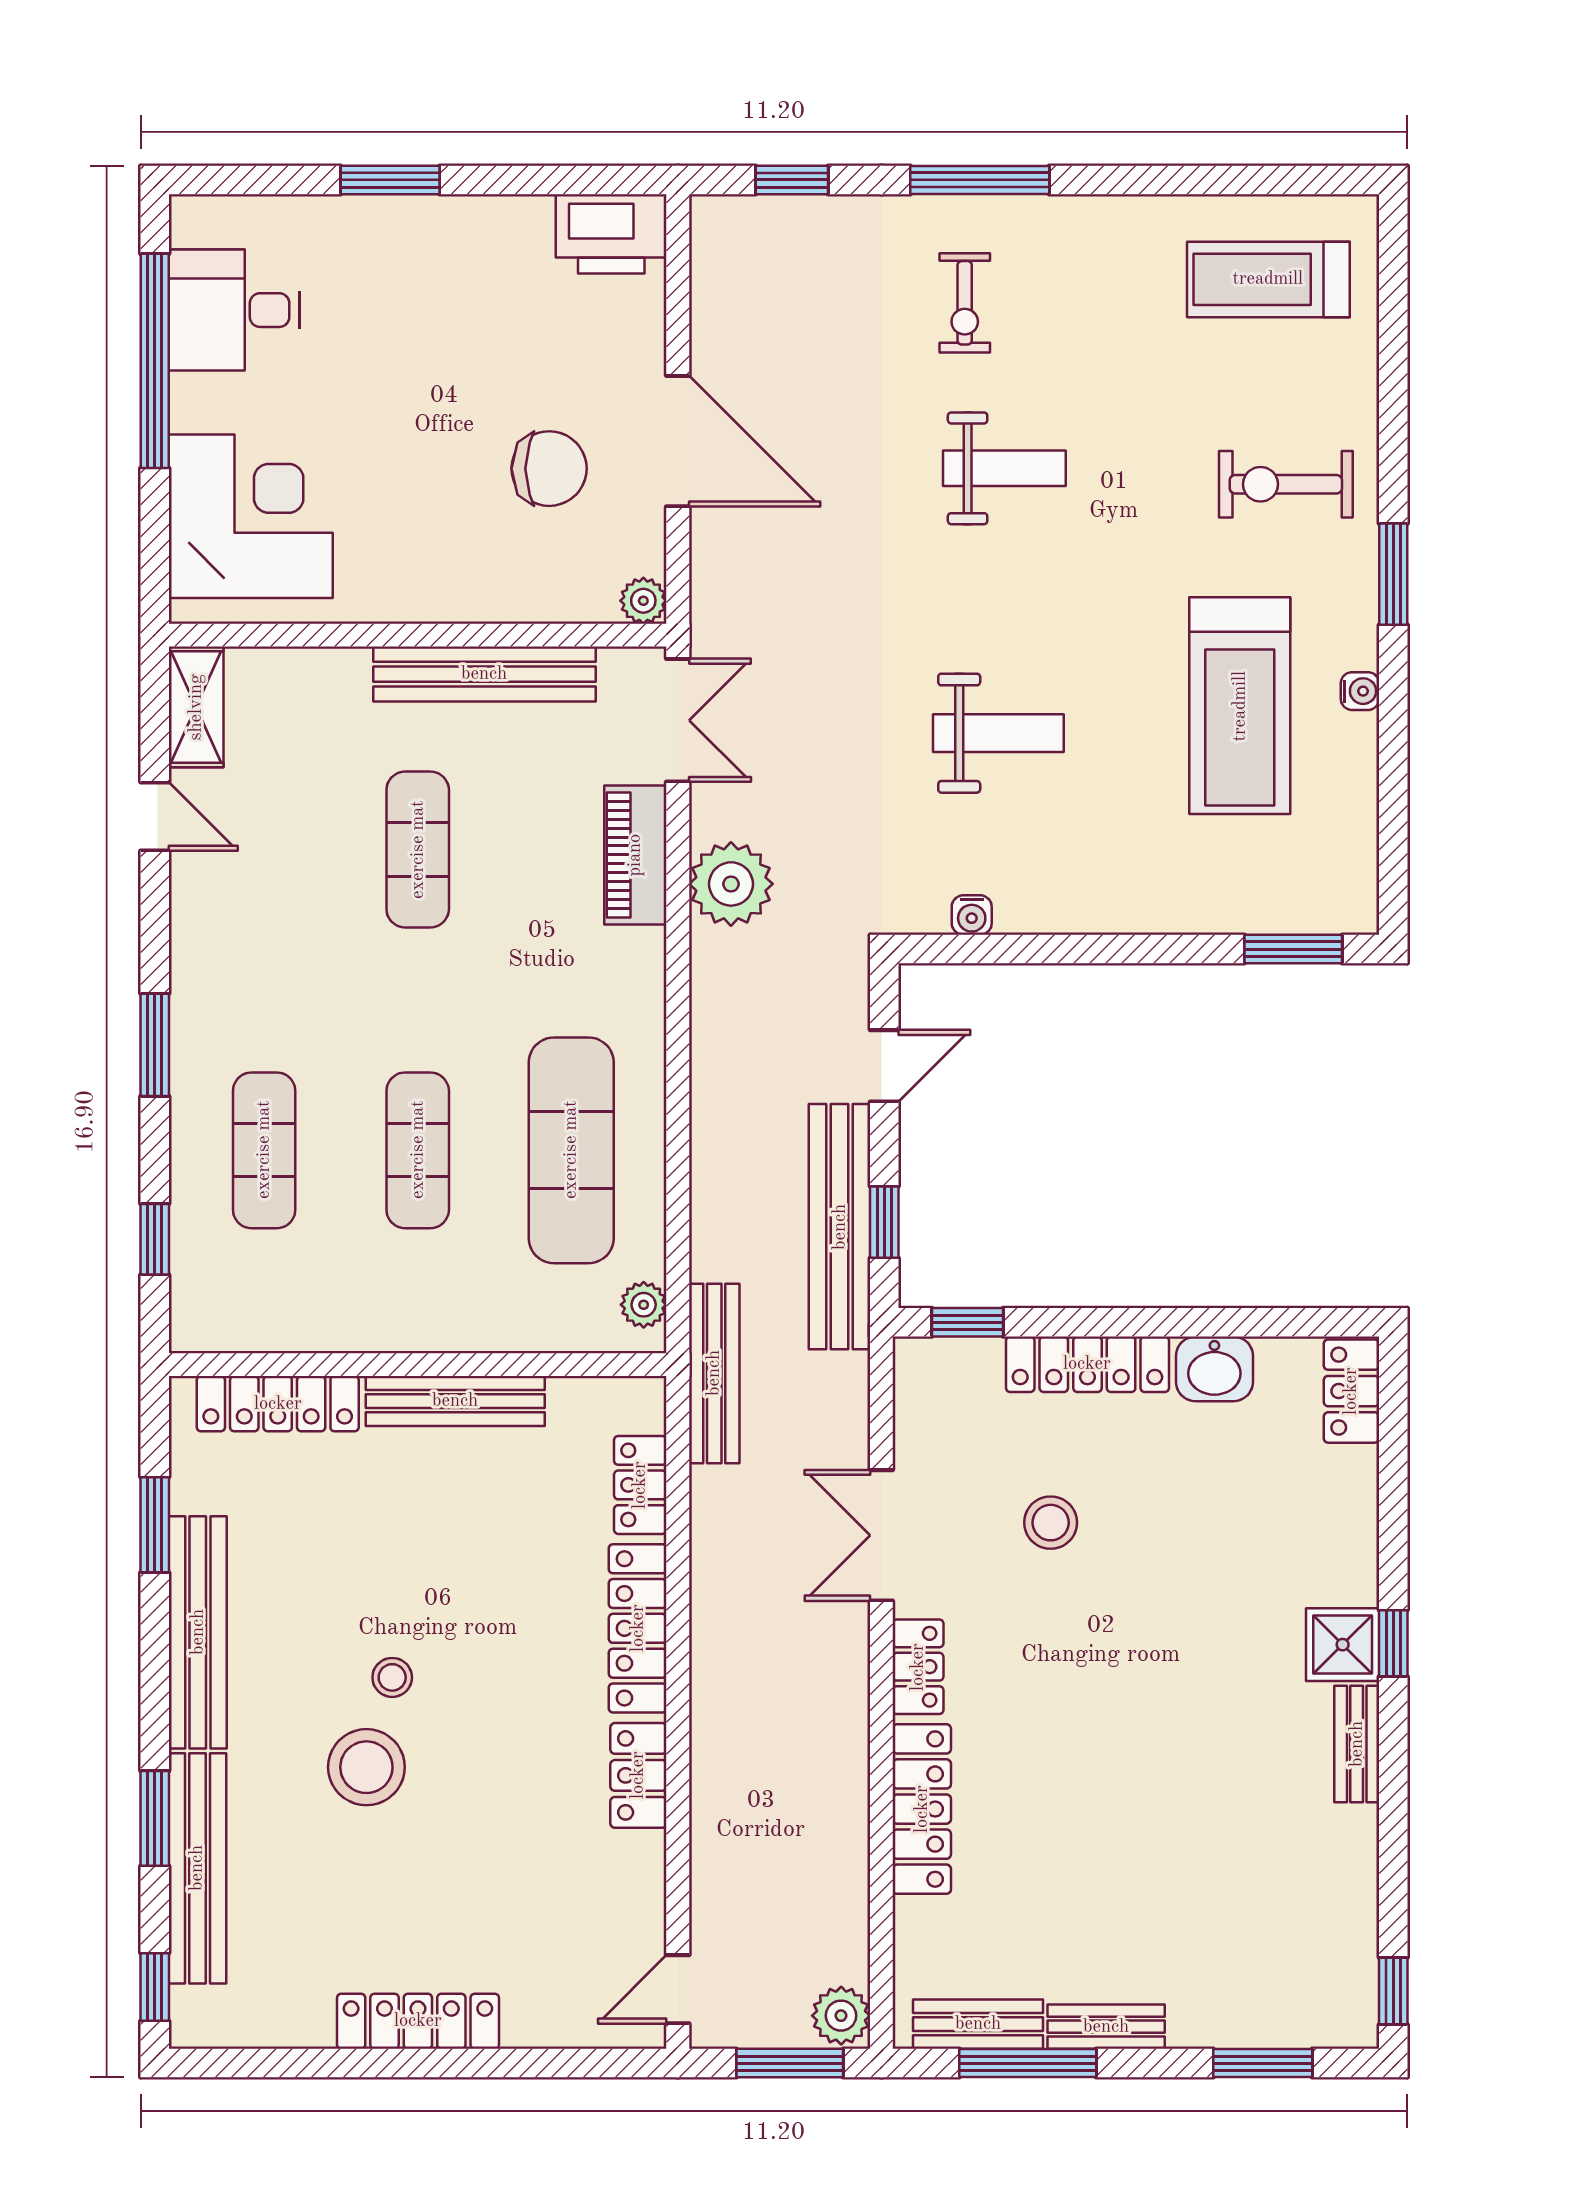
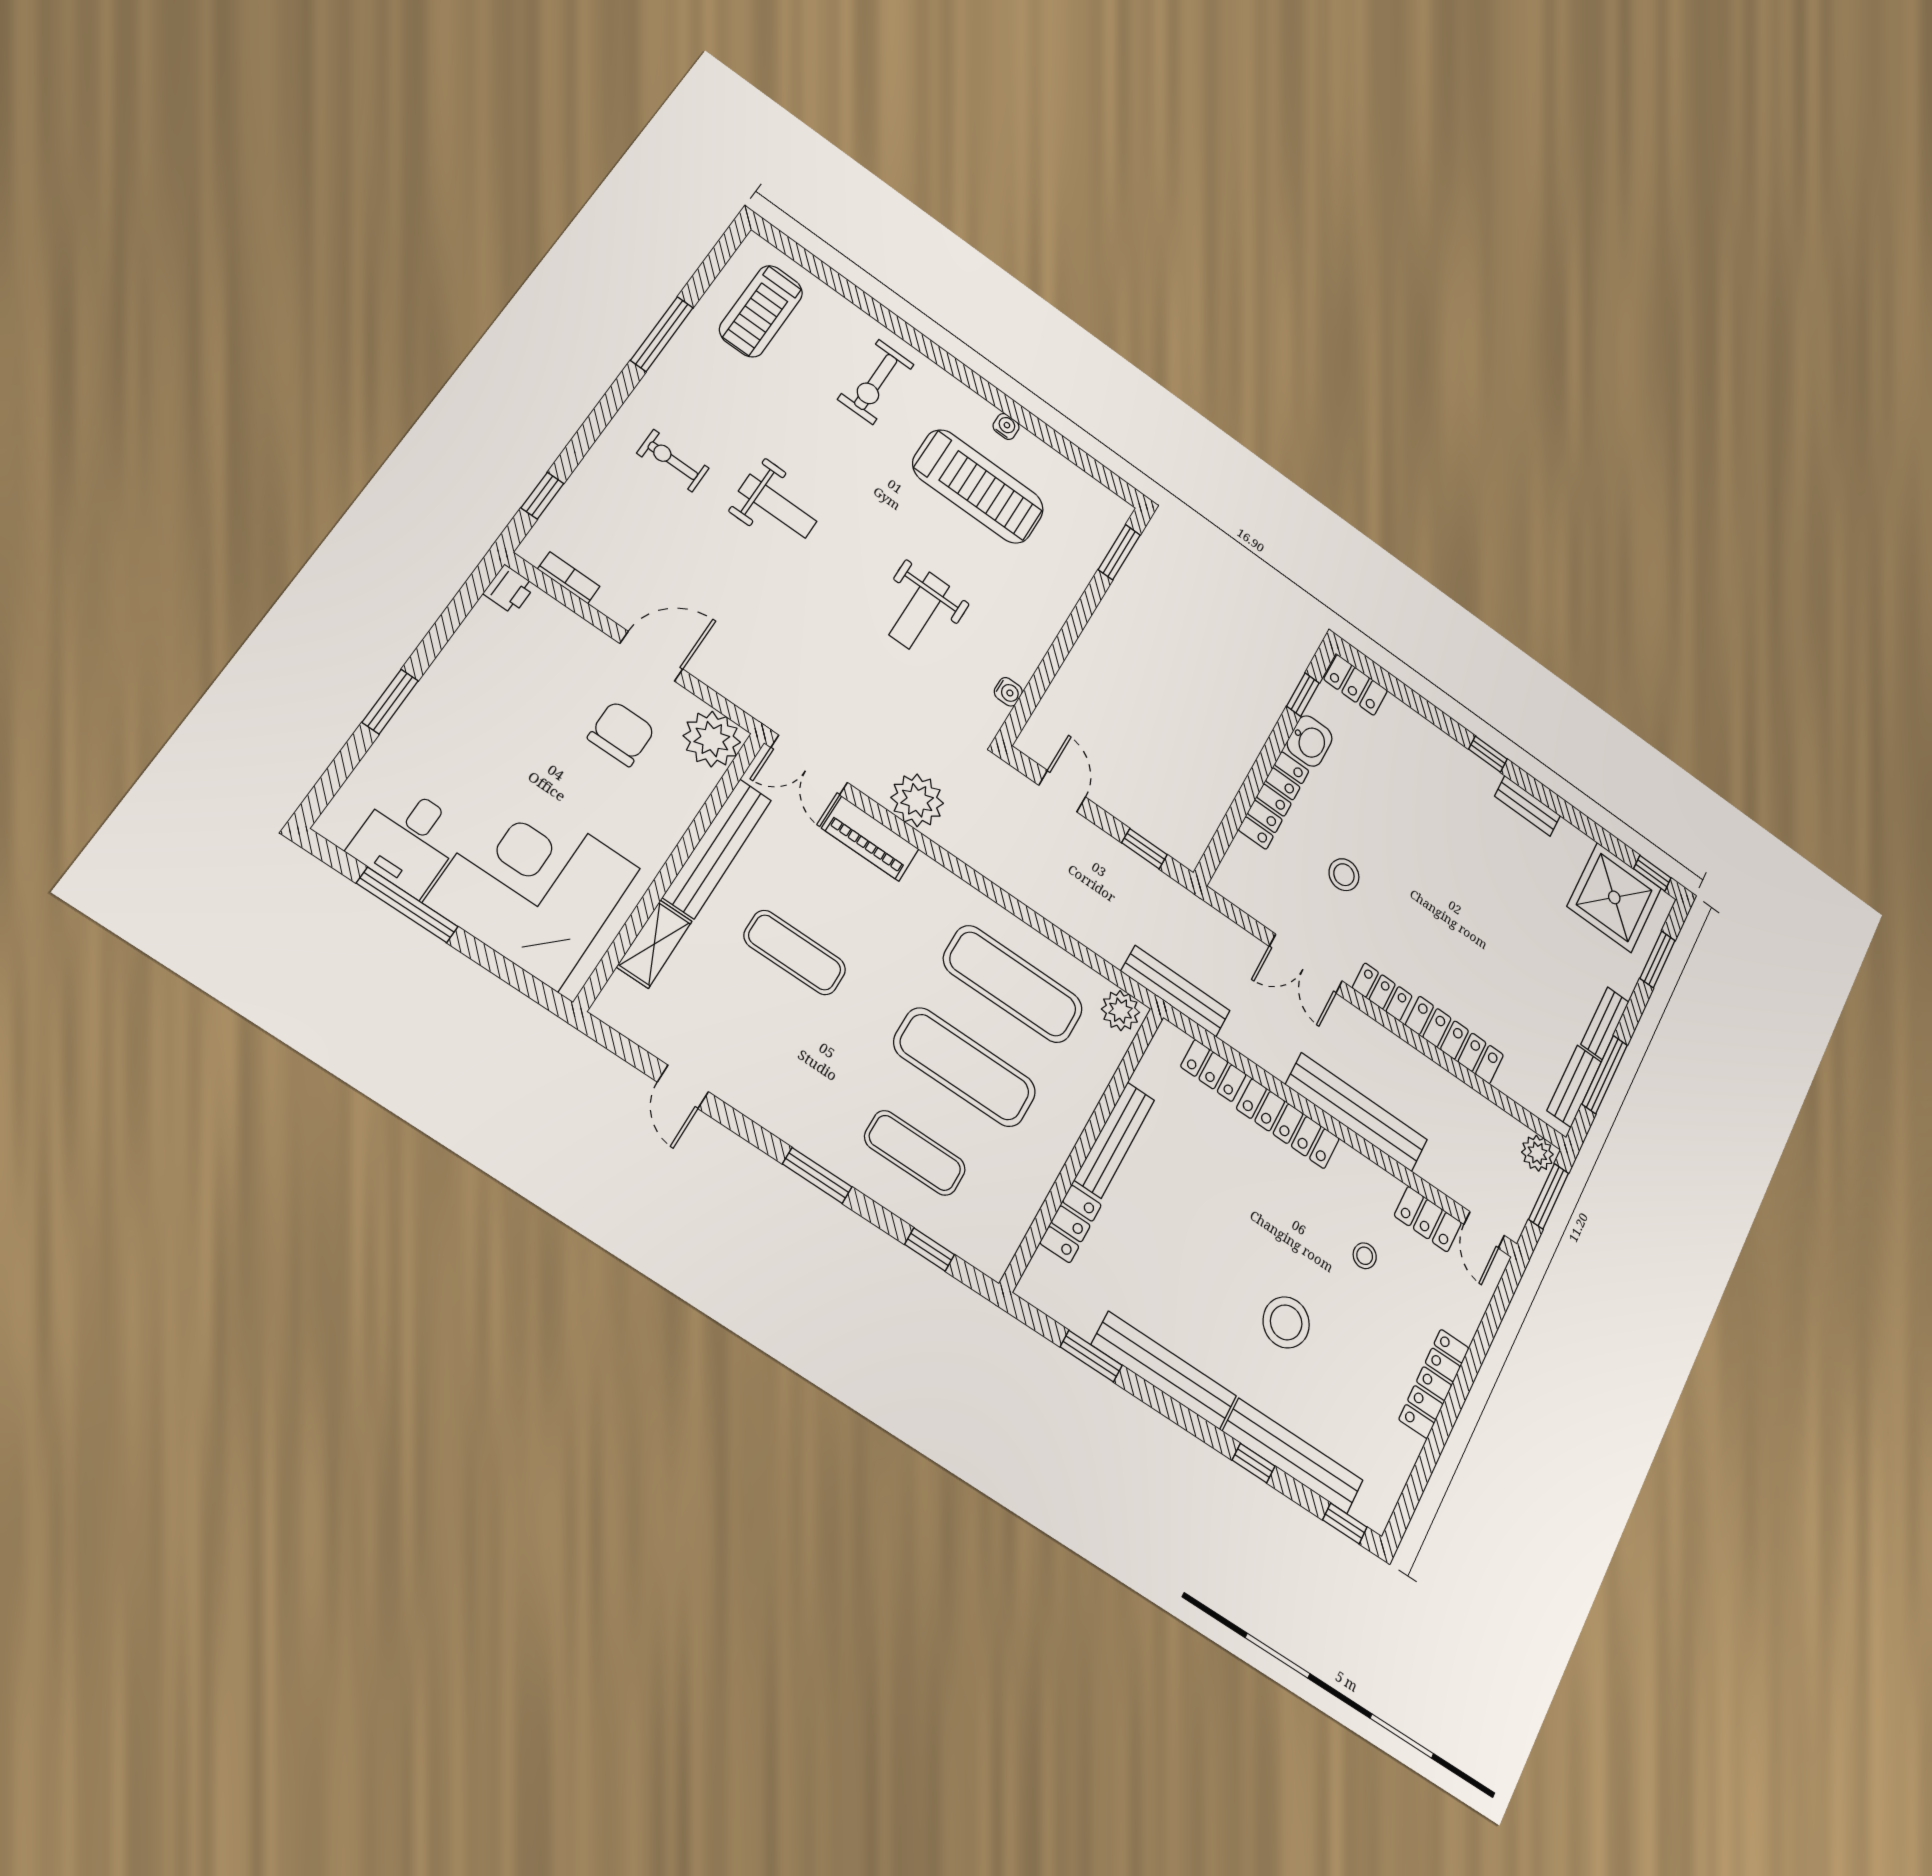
window: (980, 180) -> (662, 334), moved
printer: (611, 234) -> (509, 590), width x0.53, depth x0.68
bookcase: (707, 279) -> (569, 578), added
exercise bike: (965, 303) -> (673, 461), turned 180
window: (155, 361) -> (407, 905), width x0.68
door: (678, 441) -> (651, 656), width x0.73
weight bench: (1004, 468) -> (778, 506), turned 90
corner desk: (251, 516) -> (533, 885), width x1.36, depth x1.36
window: (1393, 574) -> (955, 368), removed
plant: (643, 601) -> (712, 739), width x1.88, depth x1.88
shelving: (196, 707) -> (654, 944), moved, turned 90
double door: (678, 720) -> (809, 765), swing flipped
weight bench: (998, 733) -> (919, 610), turned 180
door: (155, 816) -> (683, 1087), swing flipped
exercise mat: (418, 1150) -> (965, 1067), width x1.36, depth x1.45
bench: (840, 1227) -> (1357, 1112), moved
plant: (644, 1305) -> (1120, 1011), width x1.38, depth x1.38
window: (968, 1322) -> (1303, 695), moved
locker: (278, 1404) -> (1071, 1224), width x0.66
shower: (1343, 1645) -> (1614, 897), moved, width x1.86, depth x1.86
stool: (392, 1677) -> (1365, 1256), moved
locker: (638, 1775) -> (1428, 1219), moved
window: (155, 1818) -> (1253, 1463), width x0.67

